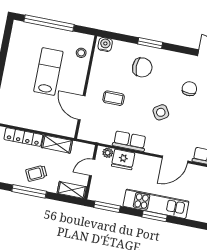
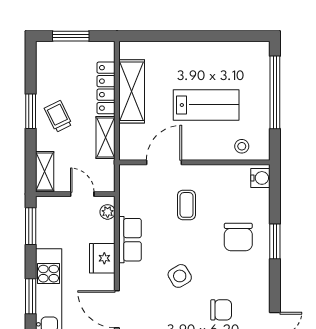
shelving: (29, 120) -> (132, 91), added
fridge: (123, 159) -> (102, 258), moved
window: (29, 191) -> (31, 111), width x0.69

